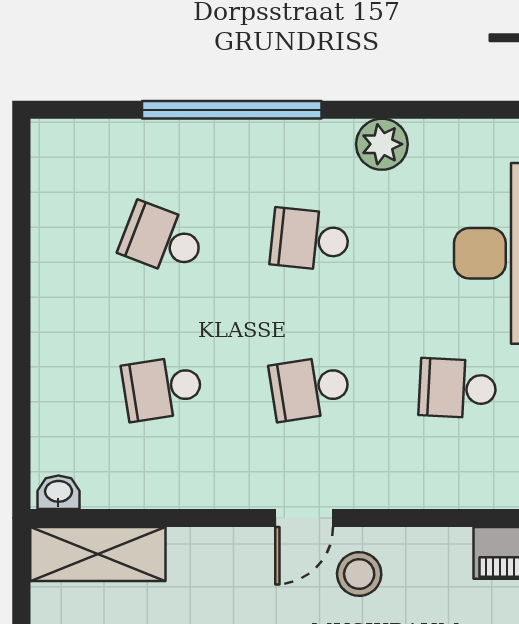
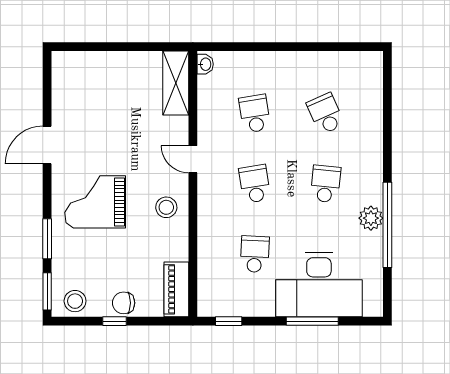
window: (232, 110) -> (387, 225), moved
school desk: (162, 239) -> (326, 114), turned -45
door: (304, 518) -> (193, 159), moved

